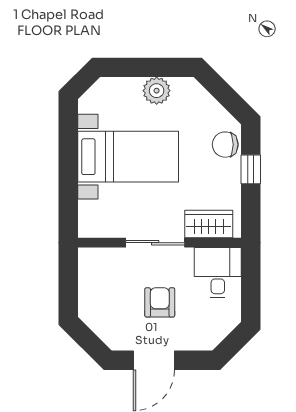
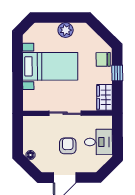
wardrobe: (209, 224) -> (105, 97), moved, turned -90
desk: (218, 273) -> (98, 142), moved, turned 90
floor lamp: (92, 319) -> (30, 155), added

